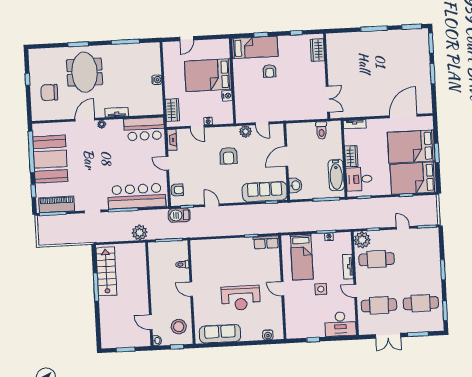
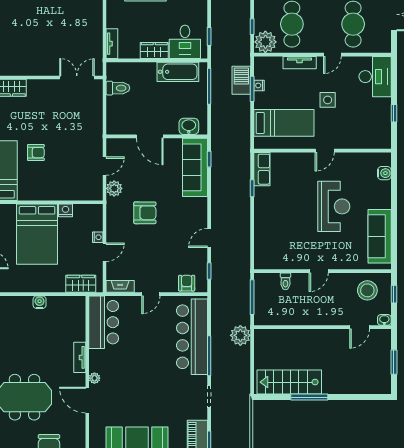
barbecue: (179, 215) -> (241, 80), moved, turned 180

